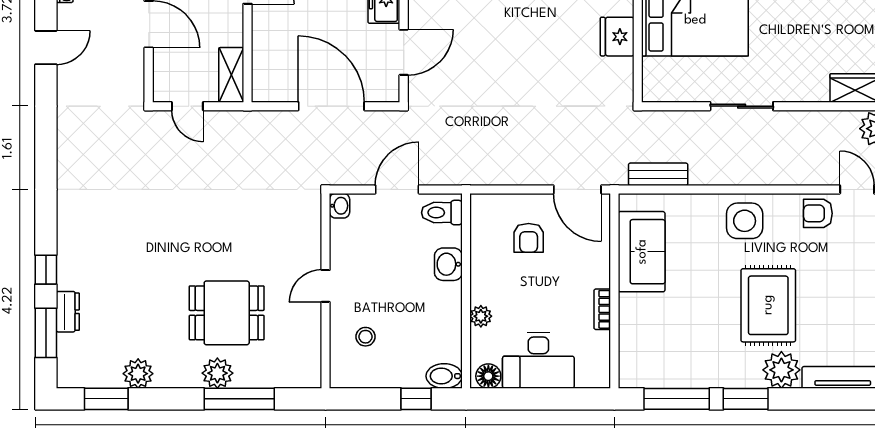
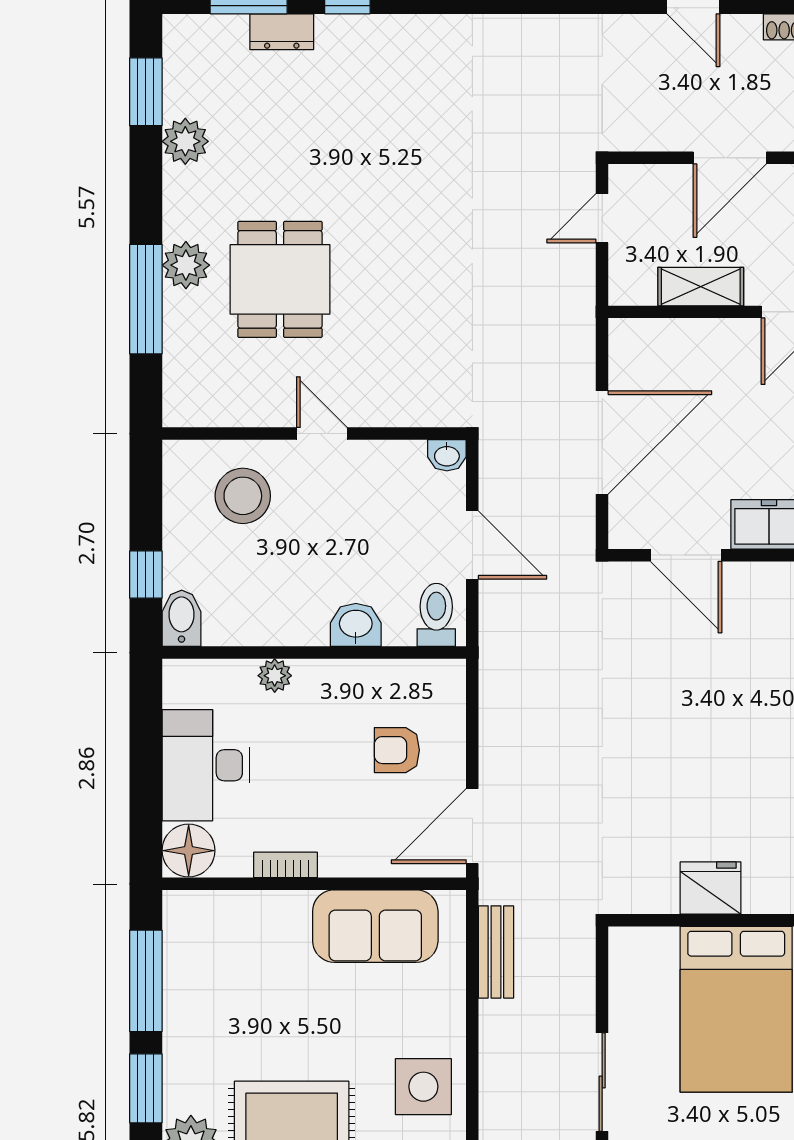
shelving: (231, 75) -> (701, 287), moved
stool: (366, 337) -> (243, 496), width x1.89, depth x1.89
floor lamp: (488, 376) -> (189, 851), moved, width x1.38, depth x1.38

